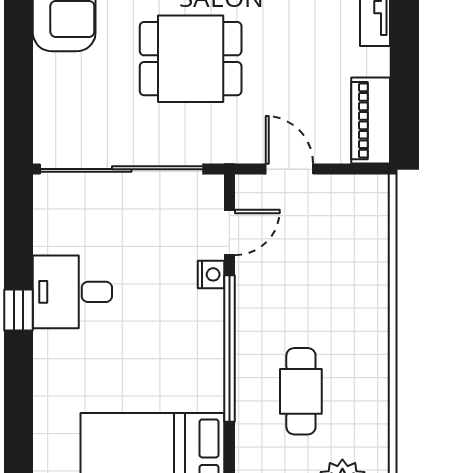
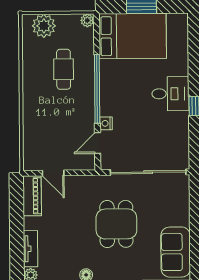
dining table: (191, 59) -> (116, 224), turned 90
door: (289, 169) -> (53, 173), moved
desk: (72, 292) -> (170, 94), moved

